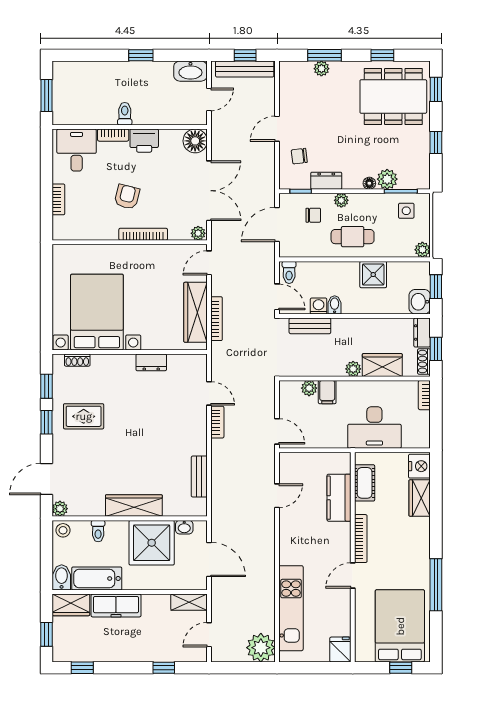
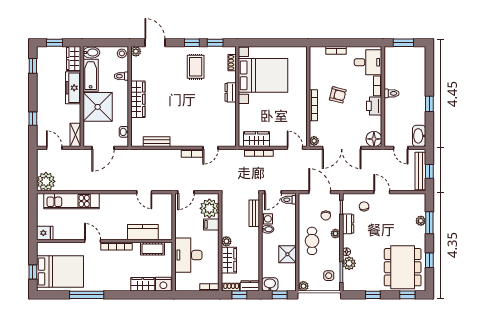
wardrobe: (196, 312) -> (257, 139), width x0.67
dresser: (151, 362) -> (231, 92), moved
plant: (309, 388) -> (209, 208), width x1.87, depth x1.87
shower: (152, 543) -> (98, 107), moved

